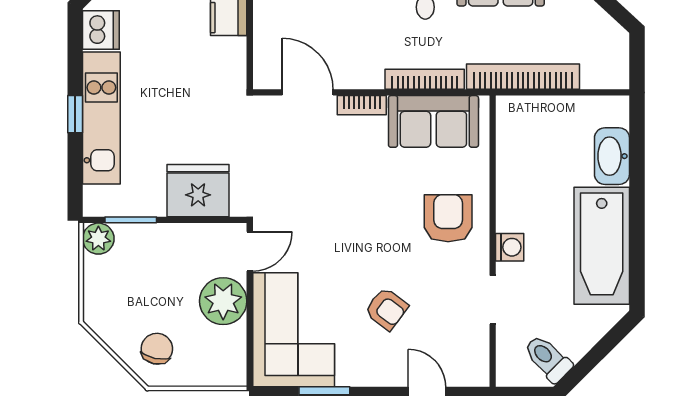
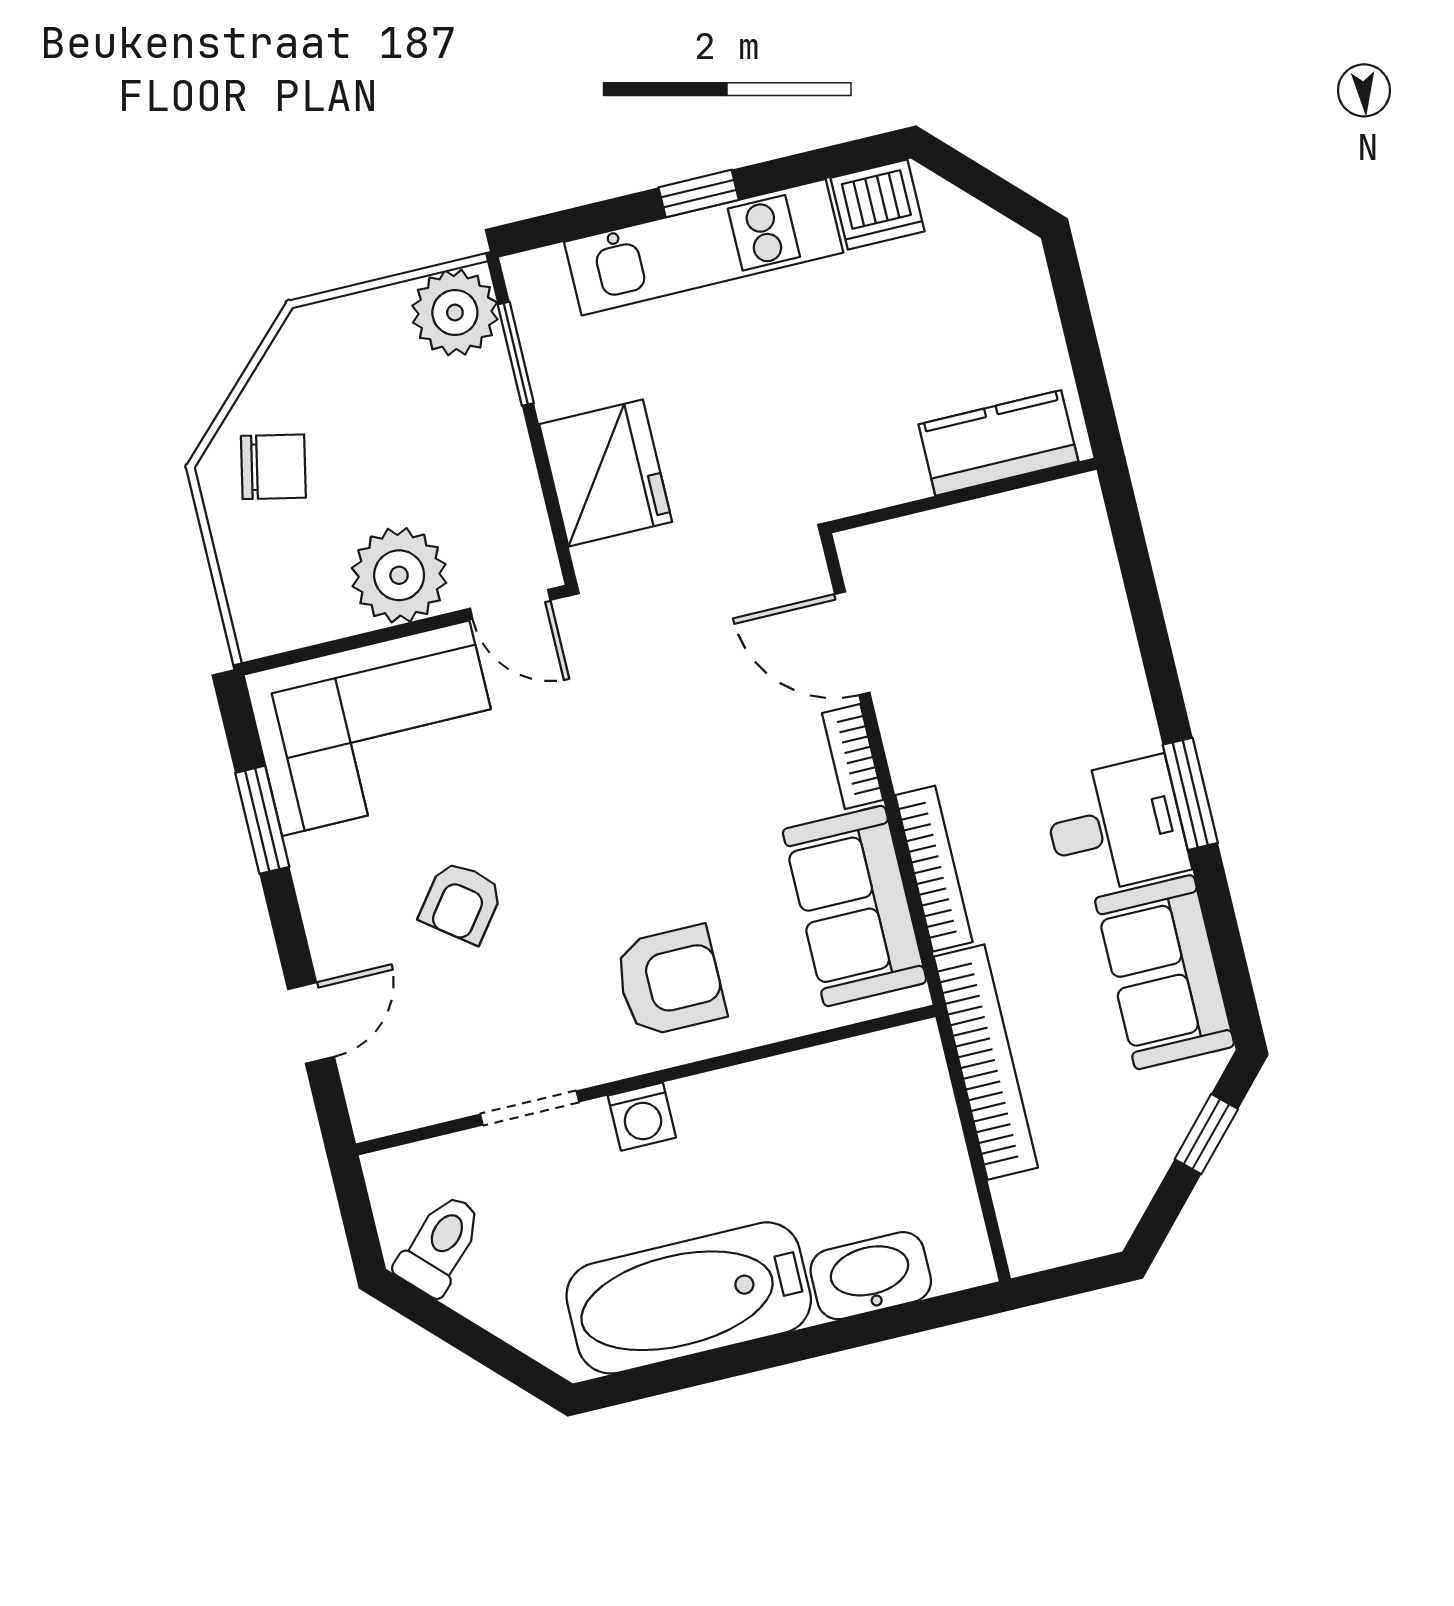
door: (308, 92) -> (852, 643), swing flipped
plant: (98, 239) -> (455, 313), width x1.36, depth x1.36

